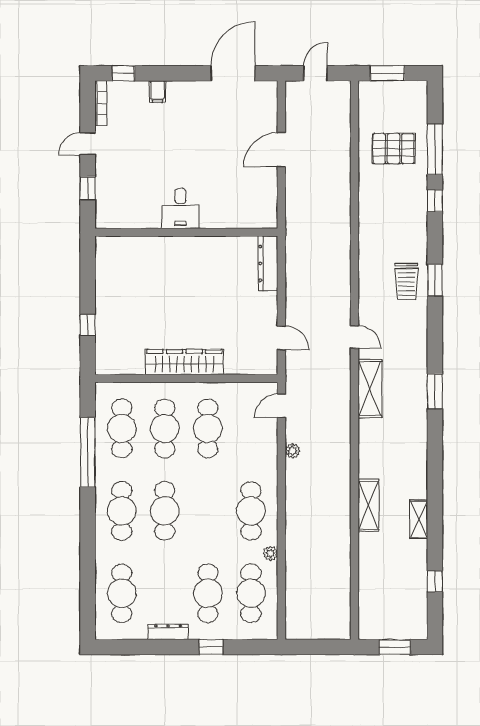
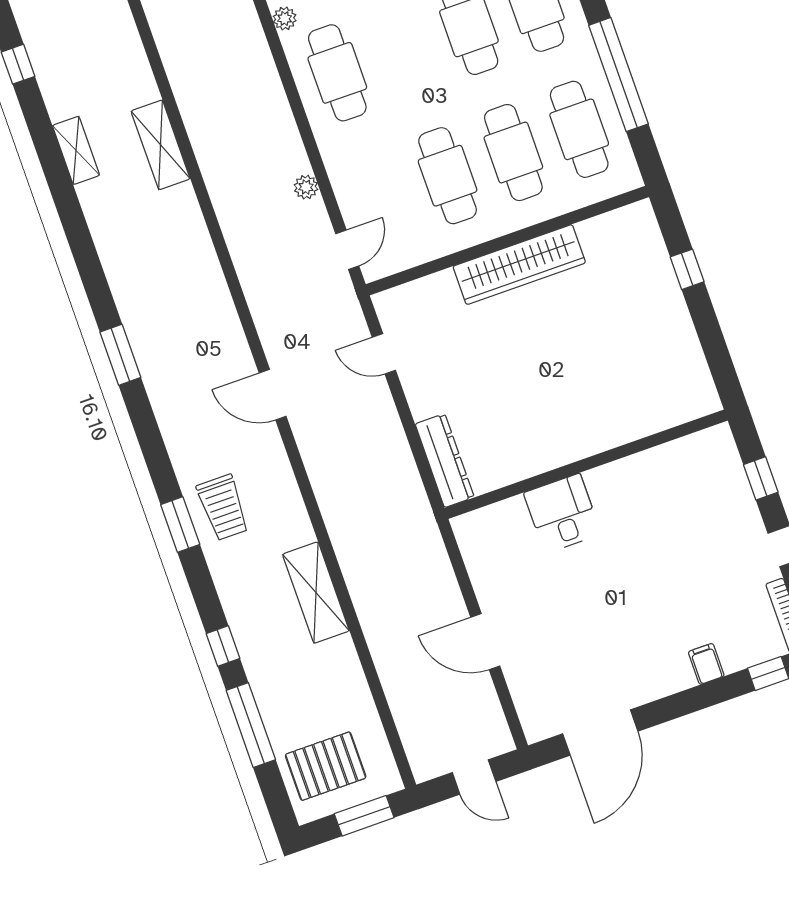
door: (316, 73) -> (474, 777), hinge flipped
pallet: (394, 149) -> (326, 766), moved
door: (281, 150) -> (485, 642), swing flipped
desk: (180, 208) -> (562, 513), moved
trolley: (406, 281) -> (223, 507), turned 180
door: (354, 337) -> (273, 395), width x1.37
shelving: (370, 389) -> (316, 593), moved

